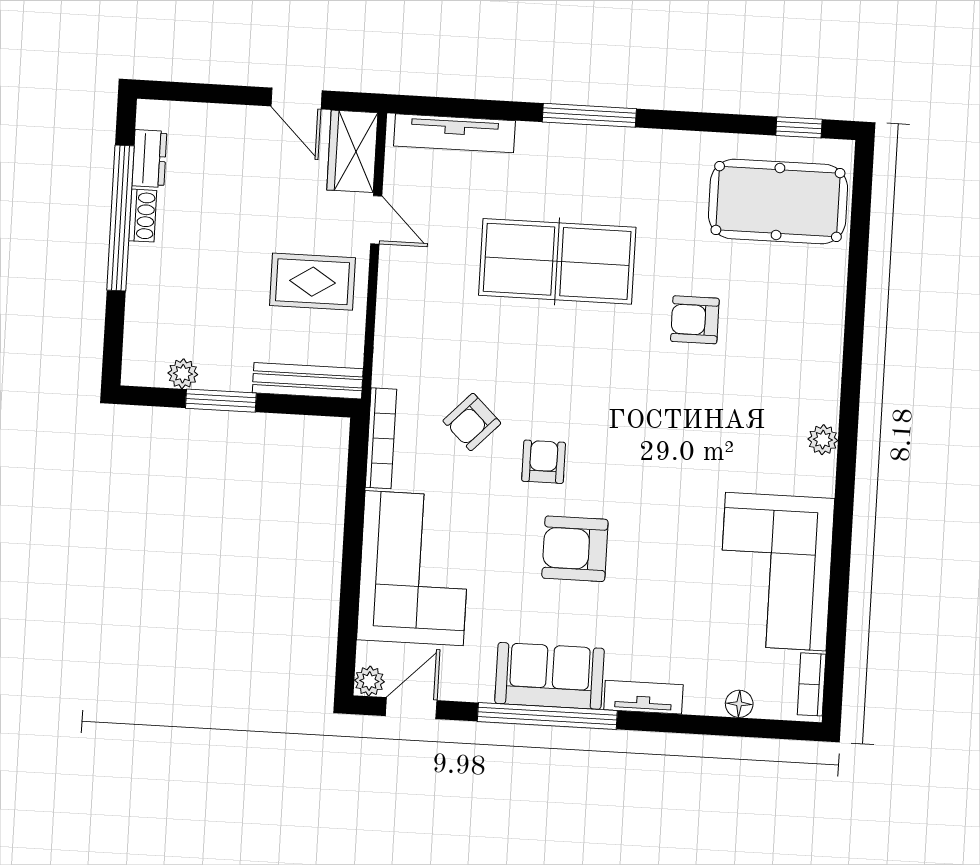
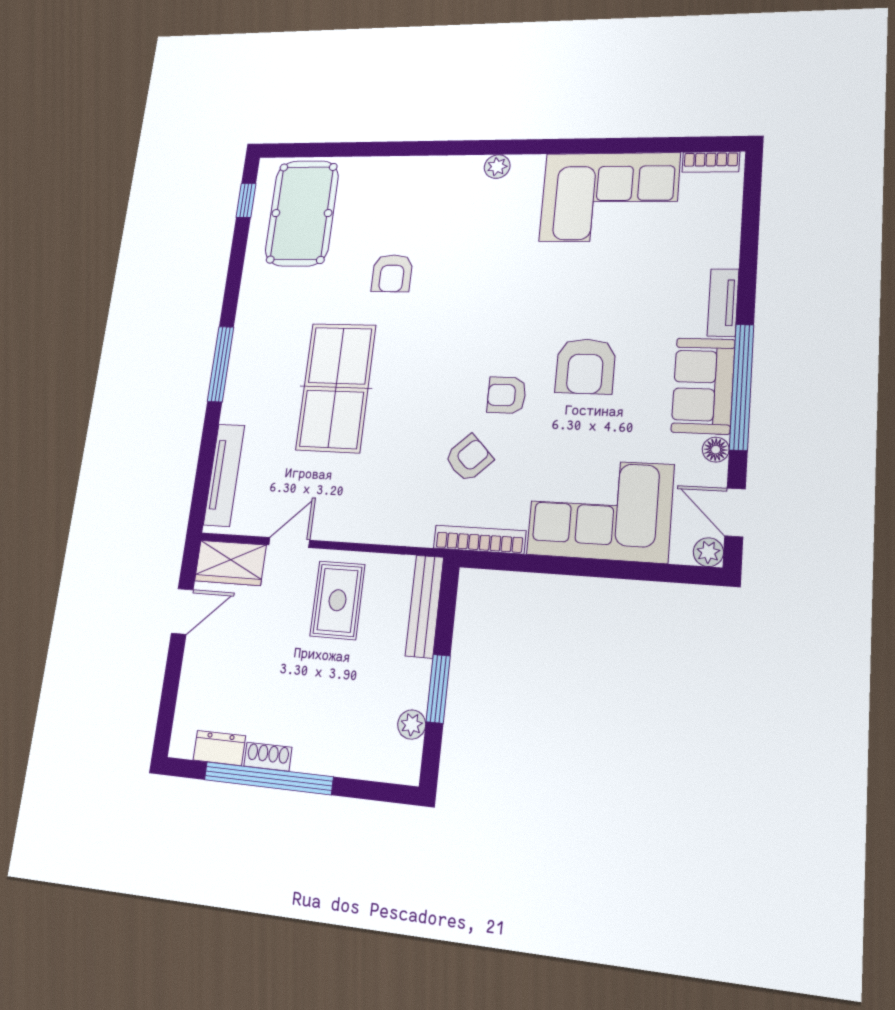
armchair: (472, 422) -> (469, 458), turned -88
floor lamp: (739, 704) -> (716, 450), moved

